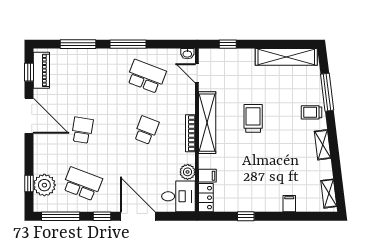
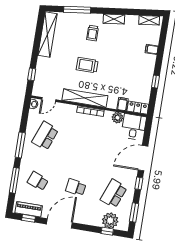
trolley: (312, 112) -> (93, 33), moved
school desk: (146, 130) -> (38, 181), moved
window: (61, 216) -> (134, 213), width x0.69

